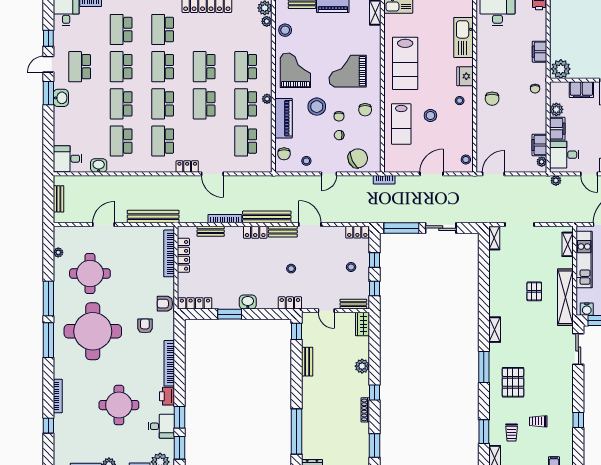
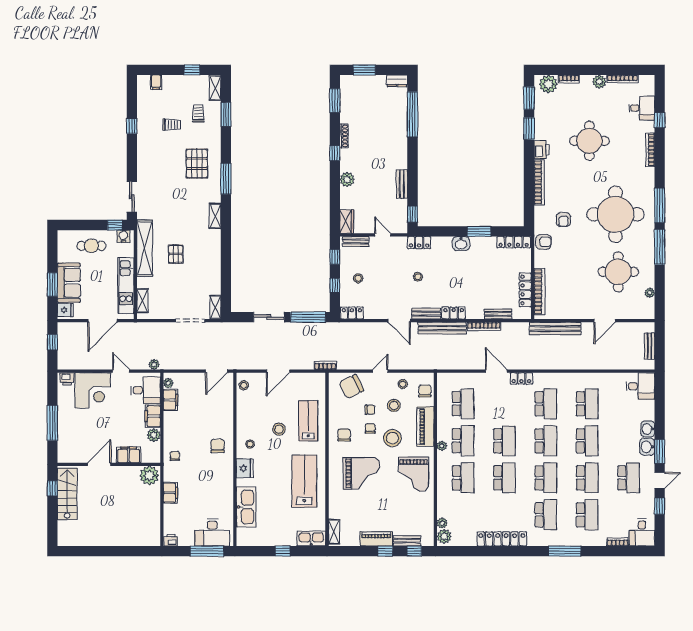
stool: (285, 30) -> (394, 406), moved
washbasin: (99, 166) -> (648, 429), moved, turned 90
desk: (161, 426) -> (642, 108), moved, turned 180

